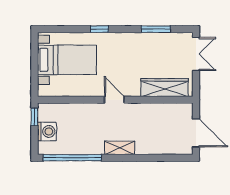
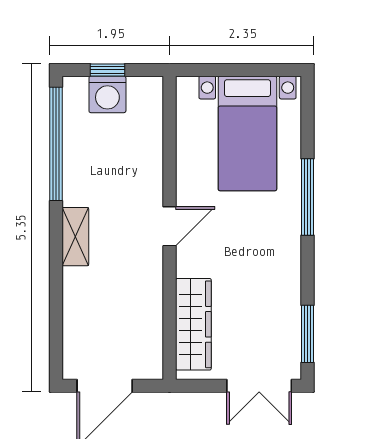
window: (99, 29) -> (307, 197), width x2.17
window: (156, 29) -> (307, 334), moved
window: (34, 117) -> (107, 70), moved

